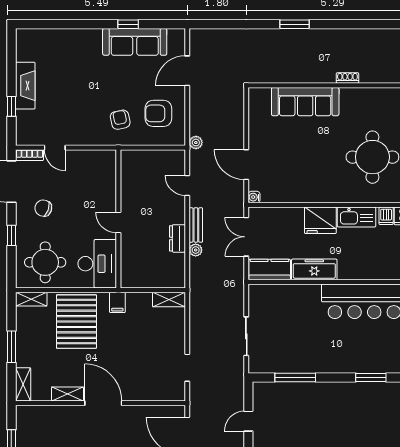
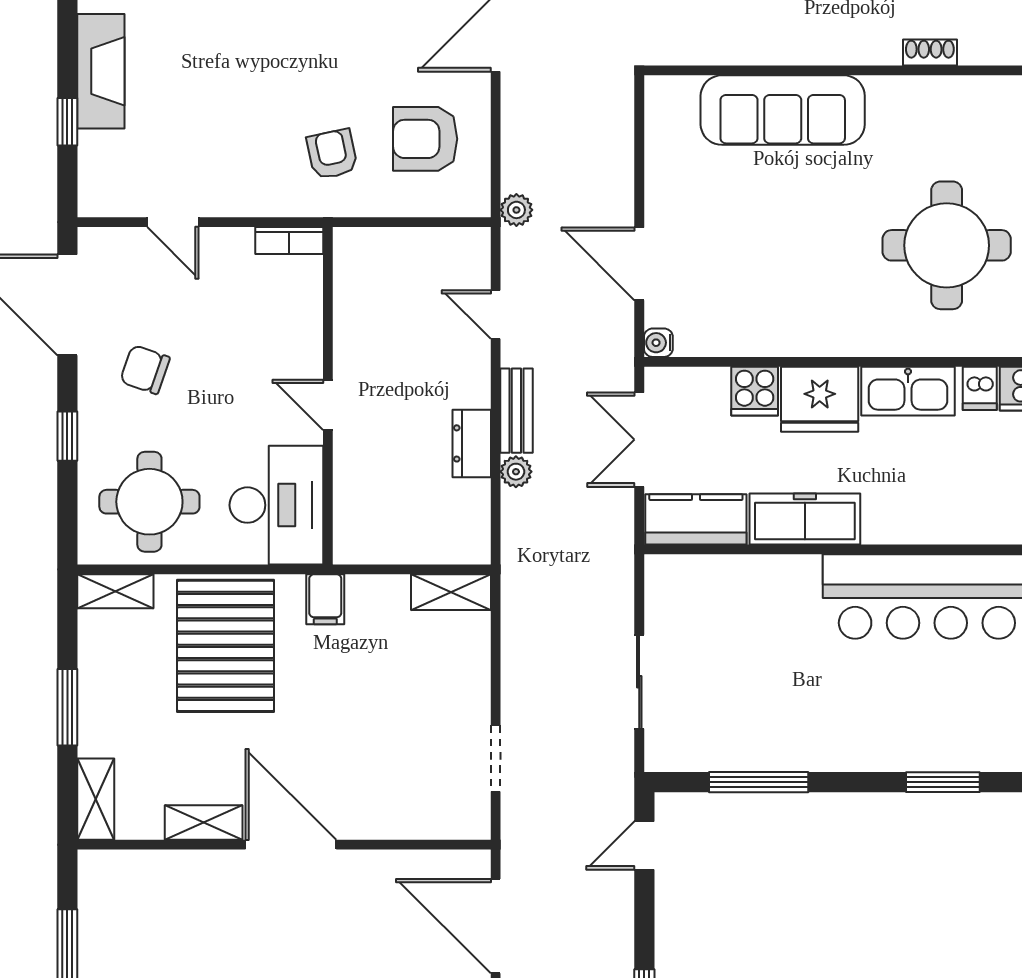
shoe rack: (347, 78) -> (930, 53), moved
bookcase: (29, 155) -> (289, 240), moved
cooker: (294, 217) -> (755, 391), added
door: (248, 421) -> (644, 845), moved

